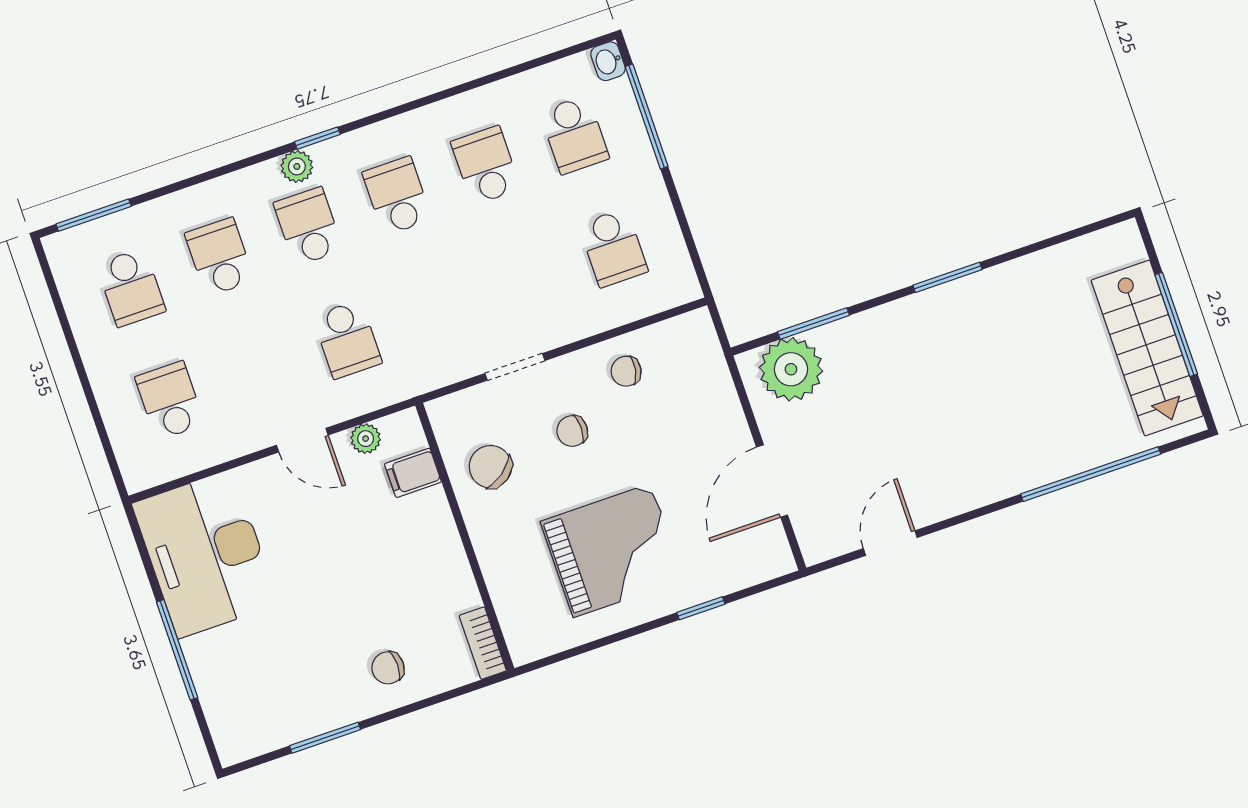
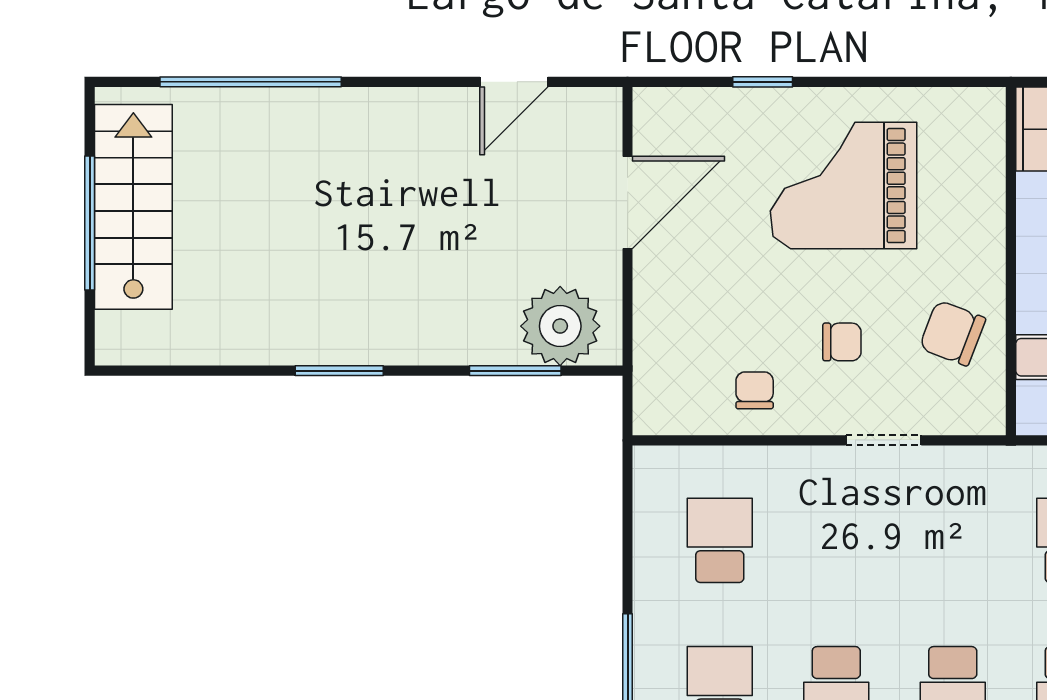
chair: (626, 371) -> (755, 390), turned -100
chair: (490, 467) -> (952, 333), turned 148

